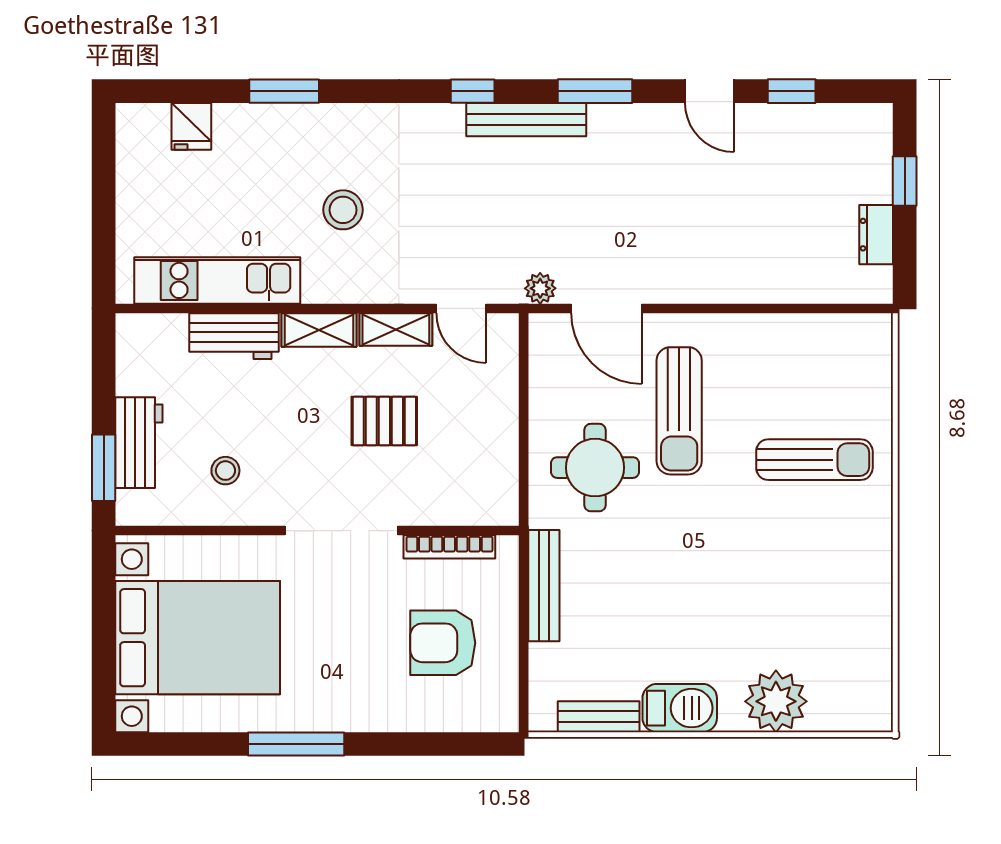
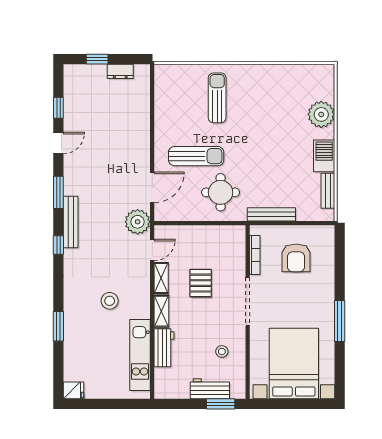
fridge: (191, 126) -> (74, 390), moved
plant: (540, 288) -> (138, 222), width x1.87, depth x1.87

